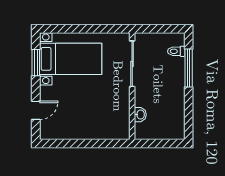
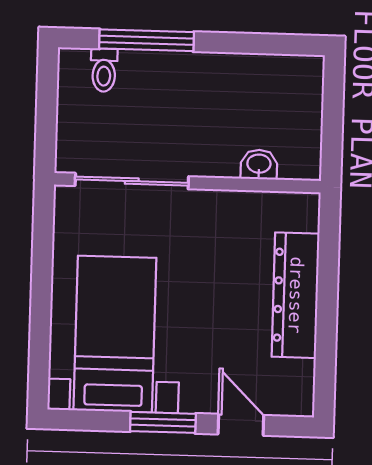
window: (36, 63) -> (163, 422), moved
dresser: (88, 131) -> (296, 295), added

